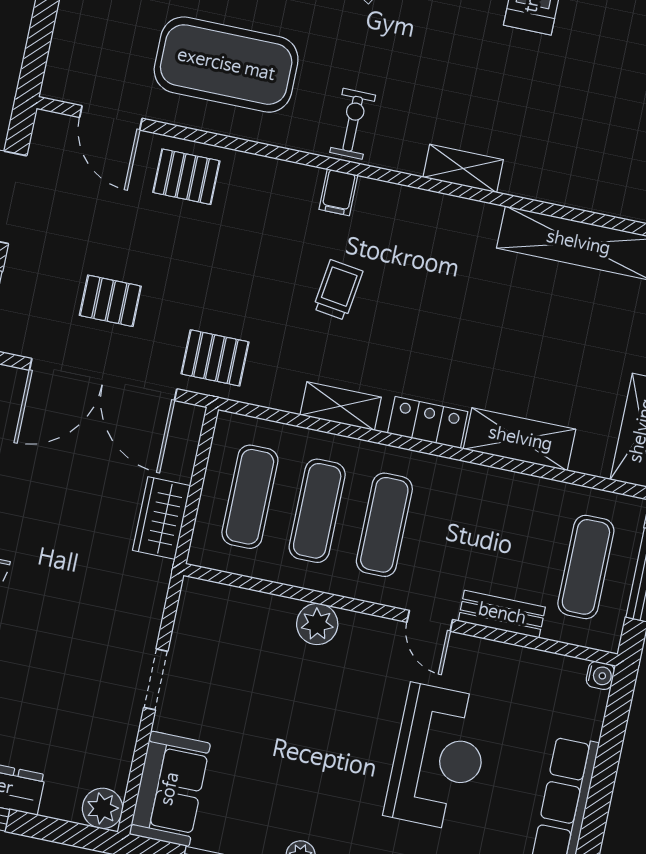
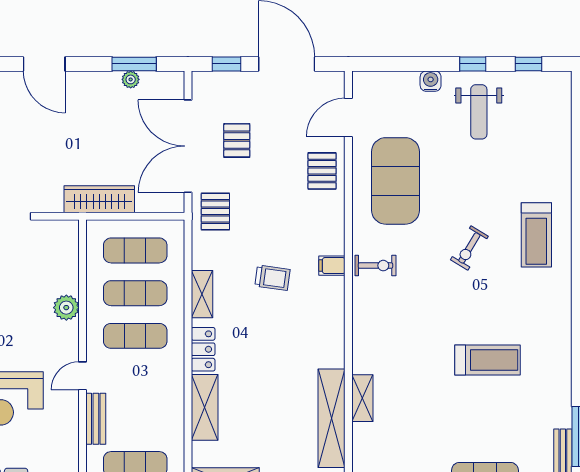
shelving: (463, 168) -> (362, 398), moved
wardrobe: (162, 518) -> (99, 199), width x1.50

